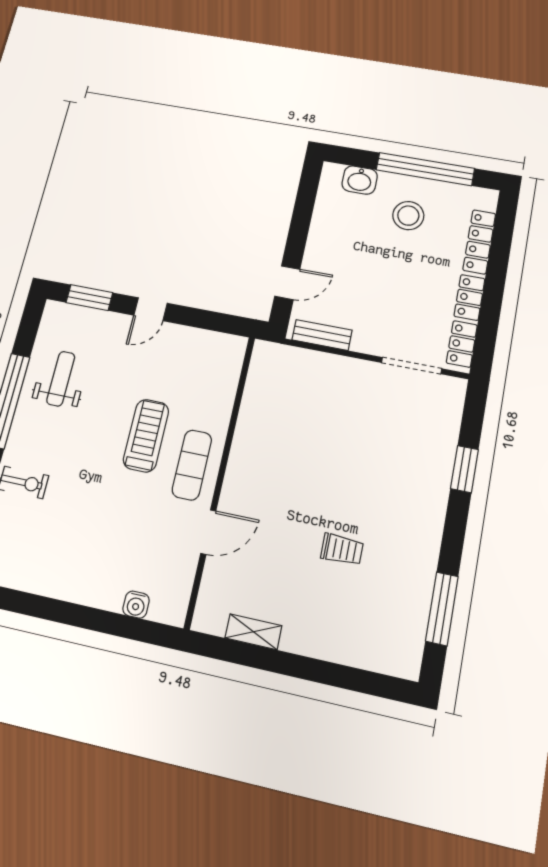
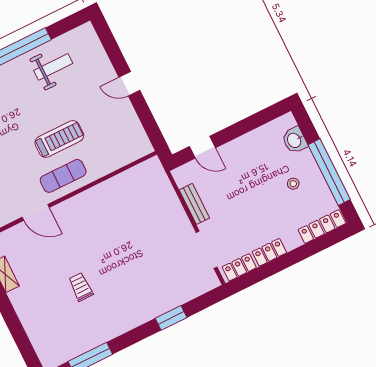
stool: (408, 216) -> (293, 184), width x0.53, depth x0.53
locker: (479, 242) -> (322, 227), moved
window: (89, 298) -> (110, 44), removed
bench: (322, 335) -> (194, 204), moved
trolley: (342, 549) -> (81, 287), turned 180

